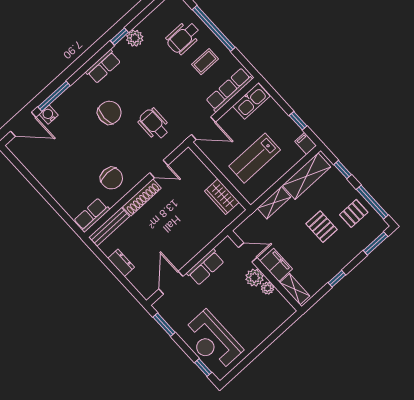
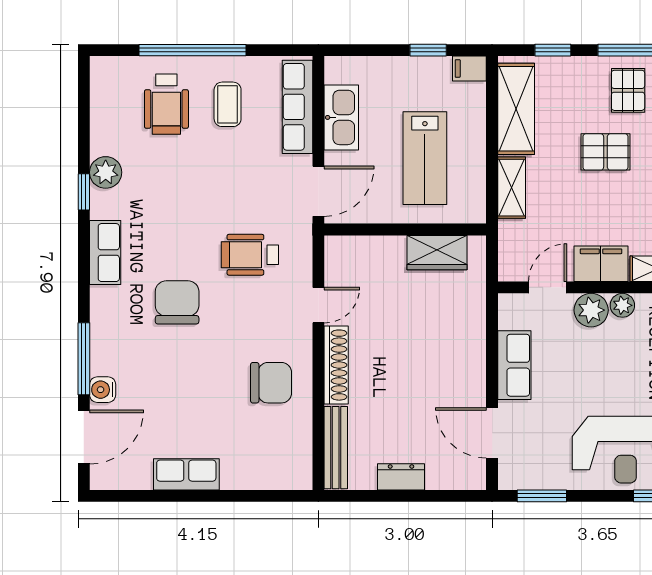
kitchen sink: (251, 101) -> (341, 117), moved
row of seats: (92, 215) -> (186, 474), moved, turned 90

